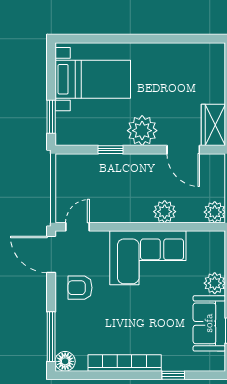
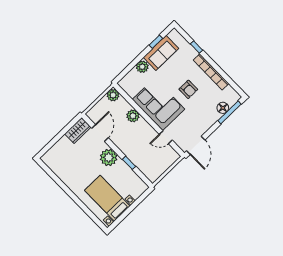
window: (51, 117) -> (139, 200), removed
door: (77, 227) -> (166, 137), moved
armchair: (80, 288) -> (188, 89), moved
floor lamp: (65, 361) -> (223, 108), moved

